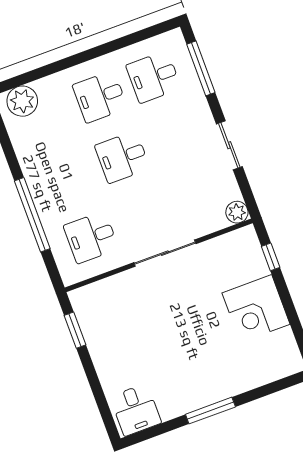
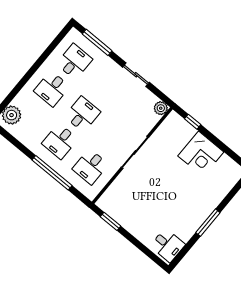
desk: (154, 77) -> (74, 62), turned 180
desk: (122, 157) -> (82, 114), turned 180
desk: (69, 177) -> (60, 141), added

